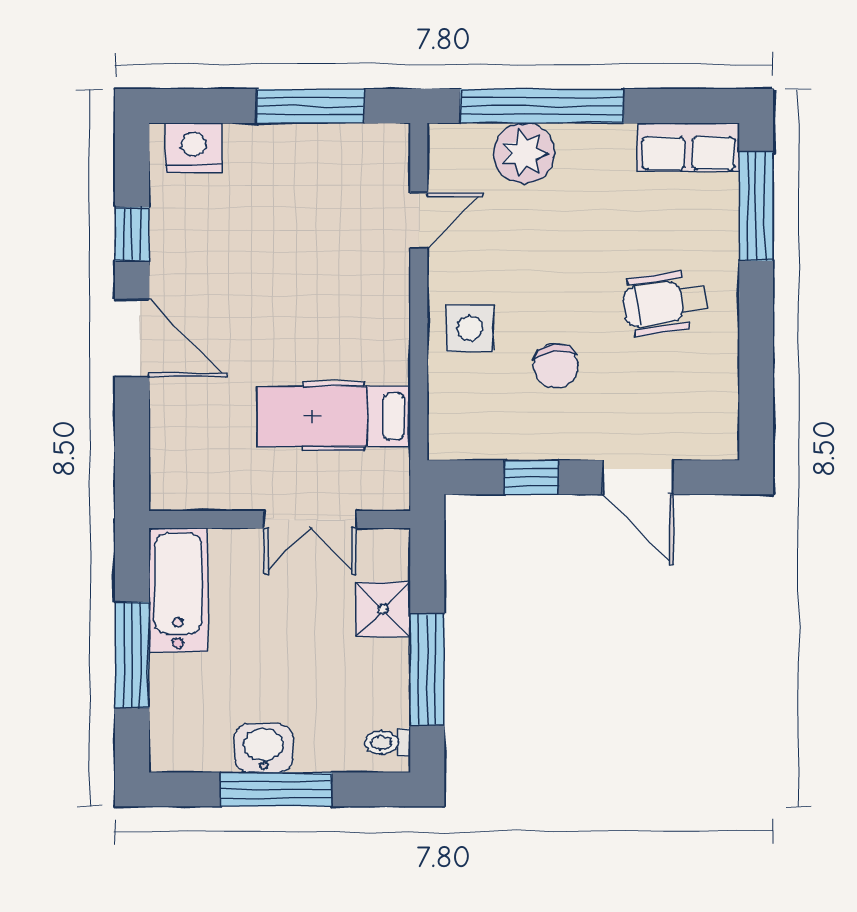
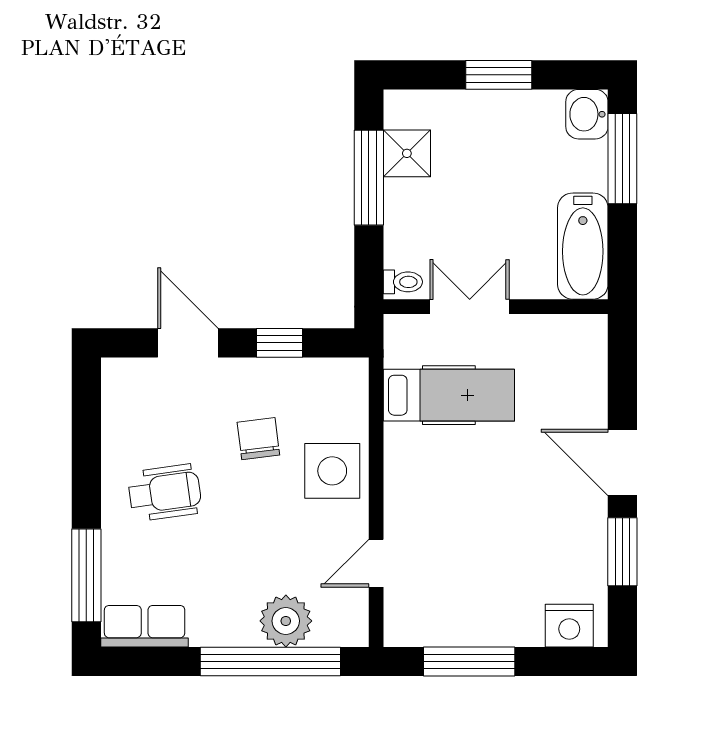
window: (132, 234) -> (622, 552), width x1.50
side table: (470, 328) -> (332, 471), width x1.37, depth x1.37
shower: (383, 609) -> (407, 153), moved
window: (132, 655) -> (622, 159), moved
toilet: (388, 743) -> (403, 282), moved
washbasin: (264, 748) -> (587, 114), moved, turned 90
window: (276, 789) -> (499, 75), width x0.69

